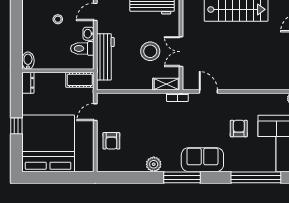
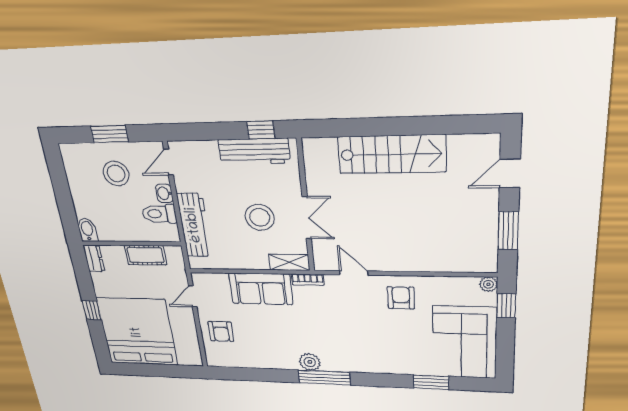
stool: (58, 19) -> (116, 173), width x1.89, depth x1.89
double door: (181, 52) -> (307, 218), swing flipped
cot: (80, 80) -> (146, 255), moved
armchair: (239, 128) -> (401, 298), moved
sofa: (202, 160) -> (261, 289), moved, turned 180
plant: (154, 164) -> (310, 362), moved
window: (256, 177) -> (431, 382), width x0.47

